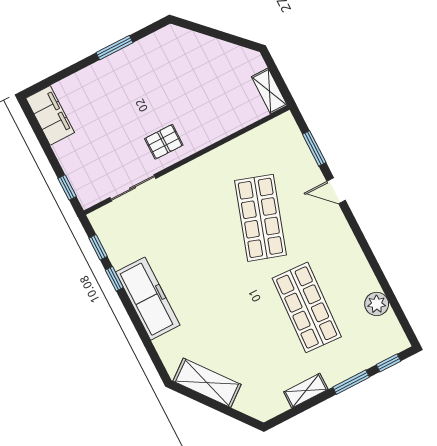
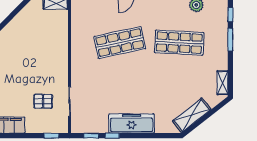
pallet: (164, 142) -> (43, 101), moved, turned 90
shop shelf: (260, 218) -> (120, 43), turned -30
shelving: (306, 391) -> (223, 83), moved

